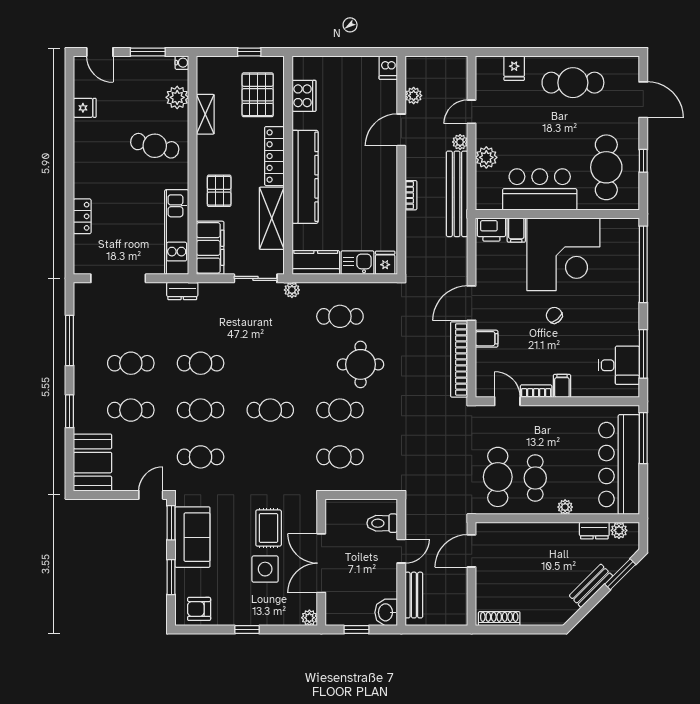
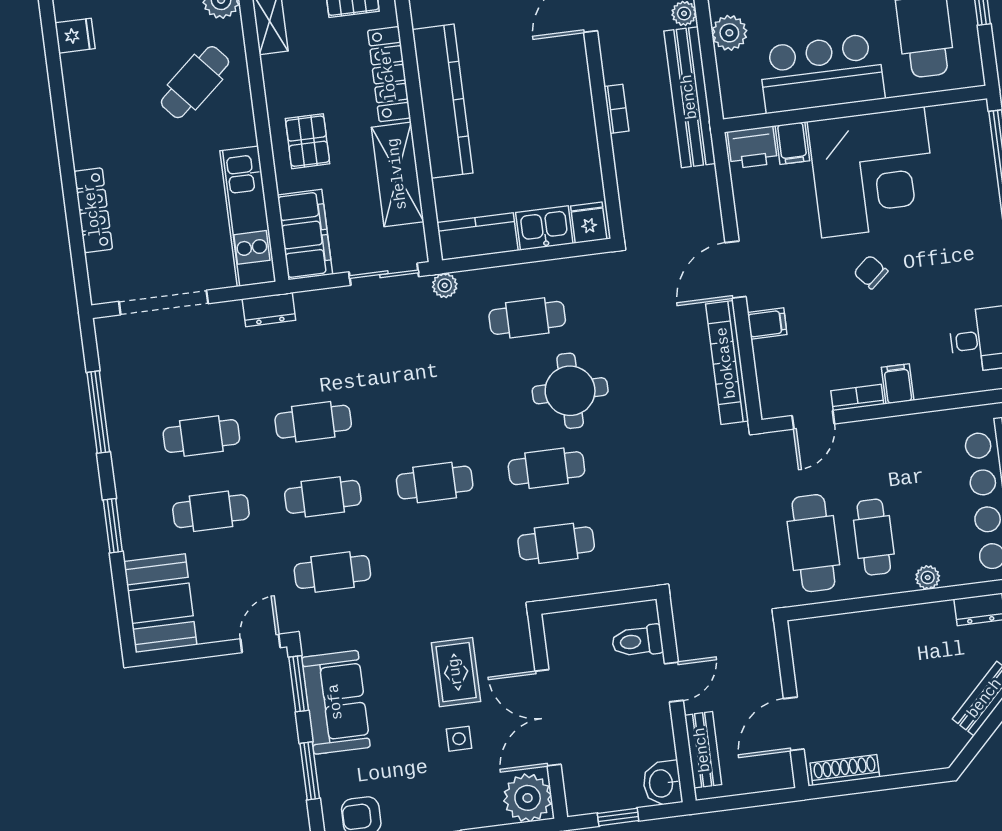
cafe table: (155, 146) -> (195, 82), turned -55
locker: (82, 216) -> (93, 210), width x1.53
door: (507, 401) -> (813, 420), swing flipped
door: (472, 551) -> (794, 724), moved
side table: (265, 569) -> (459, 739), width x0.54, depth x0.54
plant: (309, 618) -> (528, 798), width x1.88, depth x1.88

